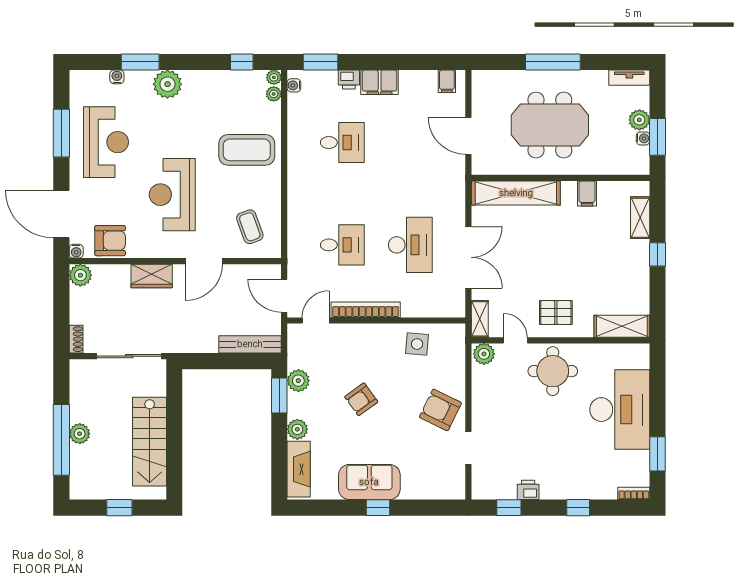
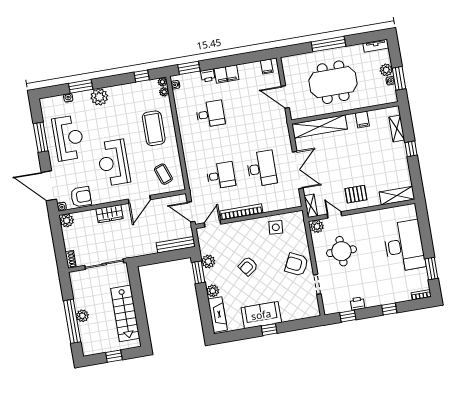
coffee table: (247, 150) -> (154, 128), turned 90
round table: (553, 371) -> (341, 251), moved

